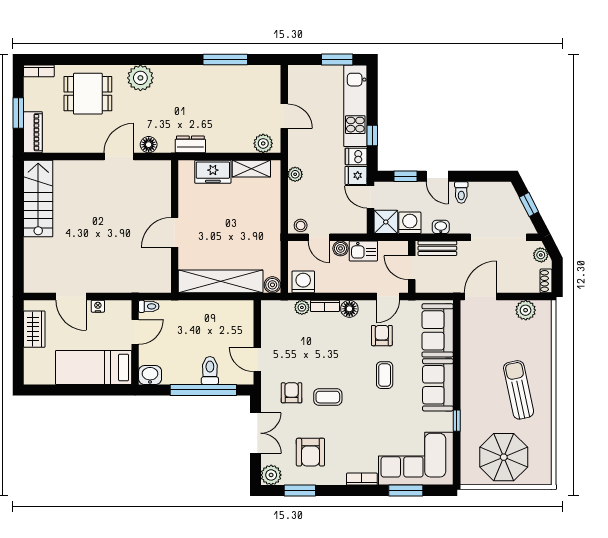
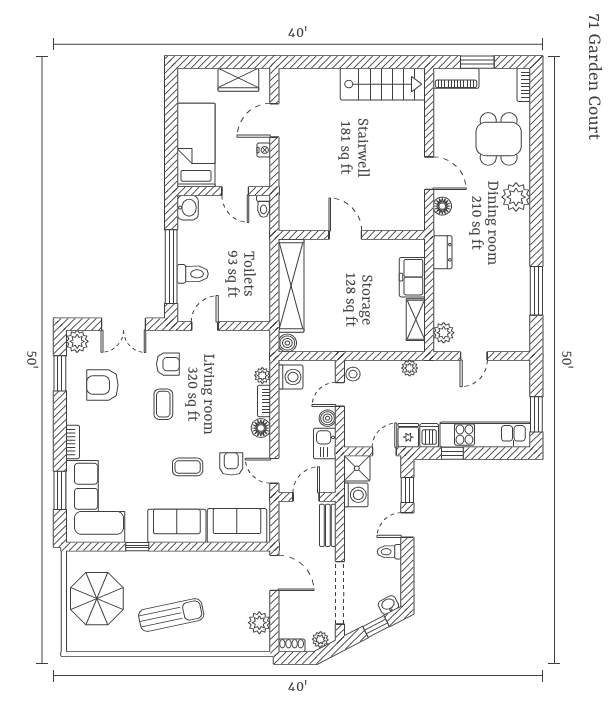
washbasin: (441, 227) -> (388, 605), moved, turned -117
armchair: (382, 336) -> (231, 464), turned -90

